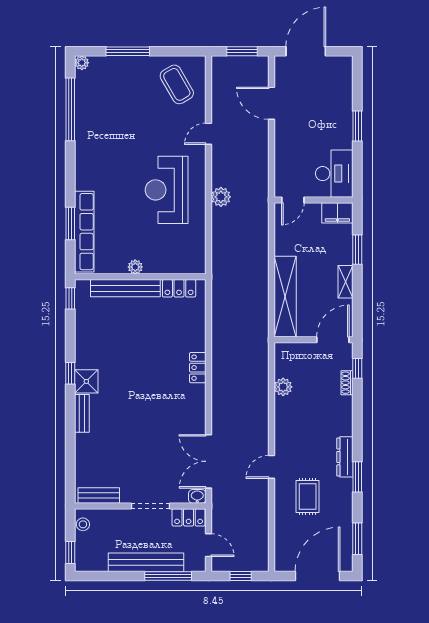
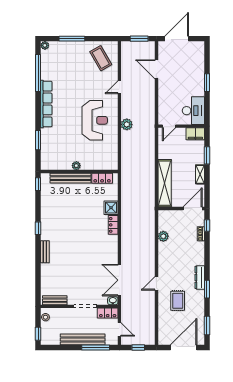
reception desk: (167, 190) -> (95, 120), turned 180
row of seats: (84, 232) -> (46, 104), moved
shower: (86, 381) -> (111, 208), moved

